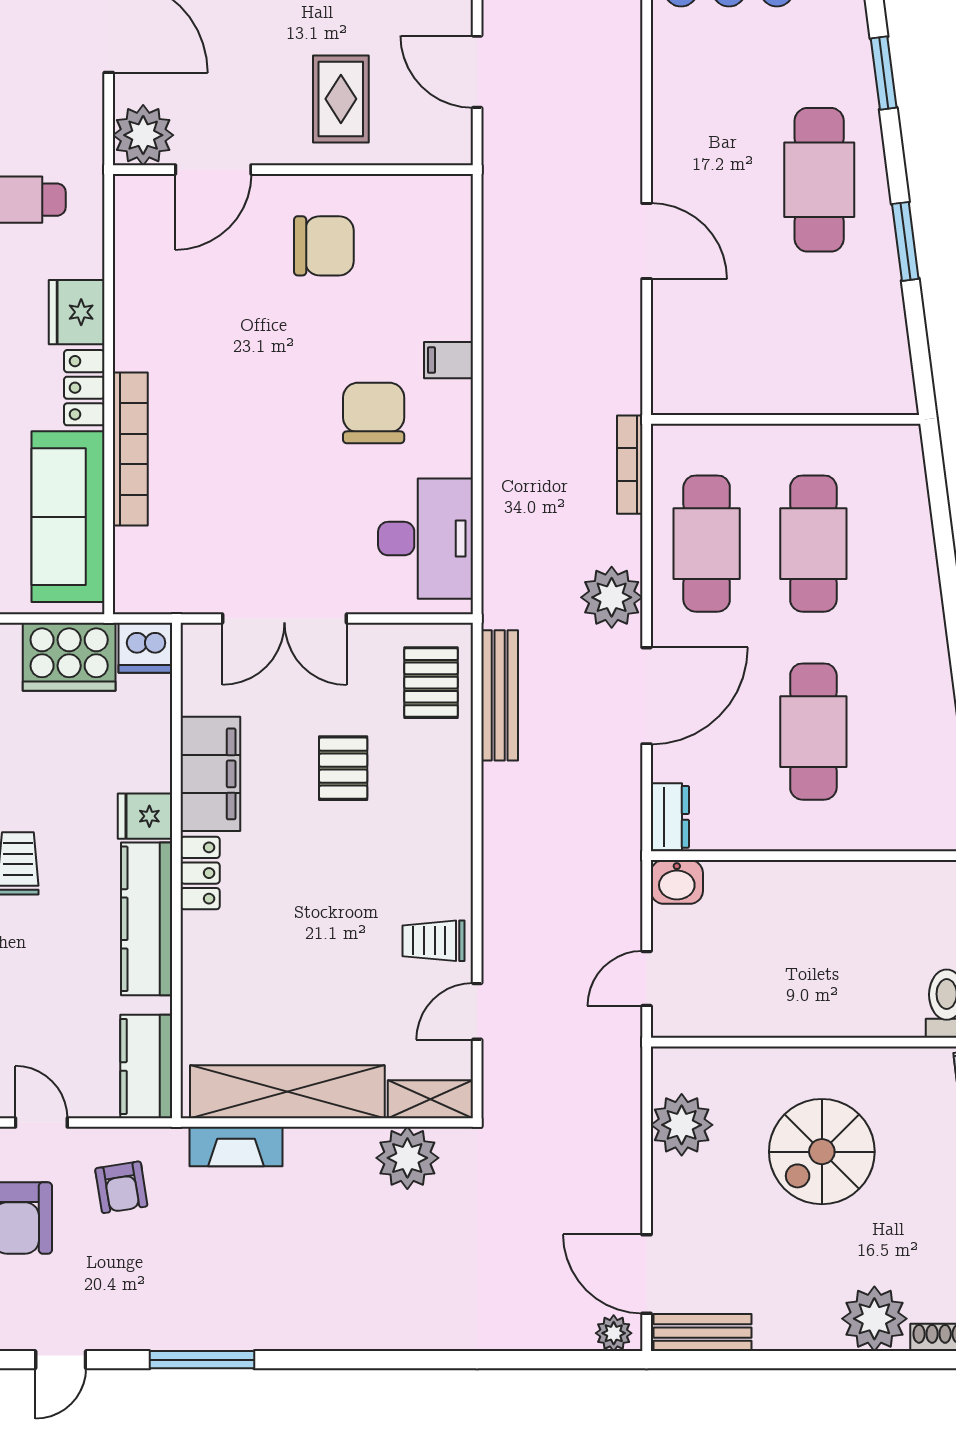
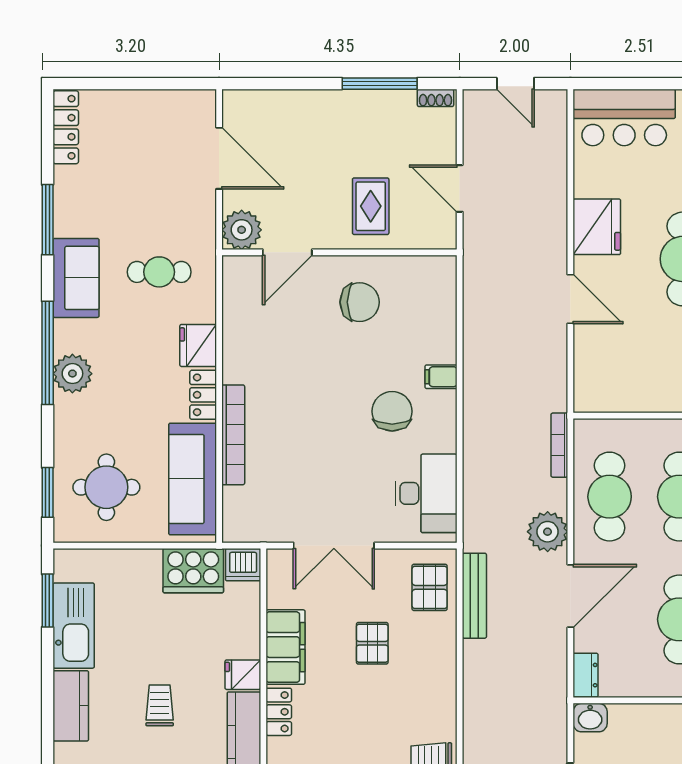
fridge: (687, 130) -> (597, 227), added

